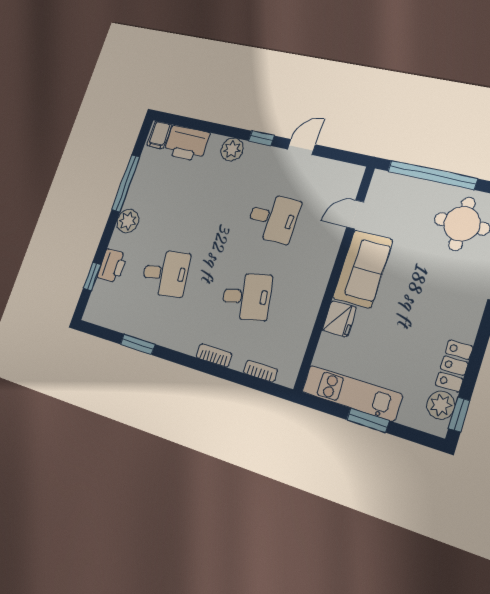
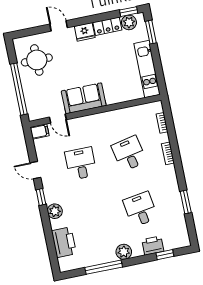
filing cabinet: (159, 135) -> (40, 131), moved
fridge: (339, 319) -> (85, 32), moved, turned 180
window: (368, 420) -> (151, 32), moved

